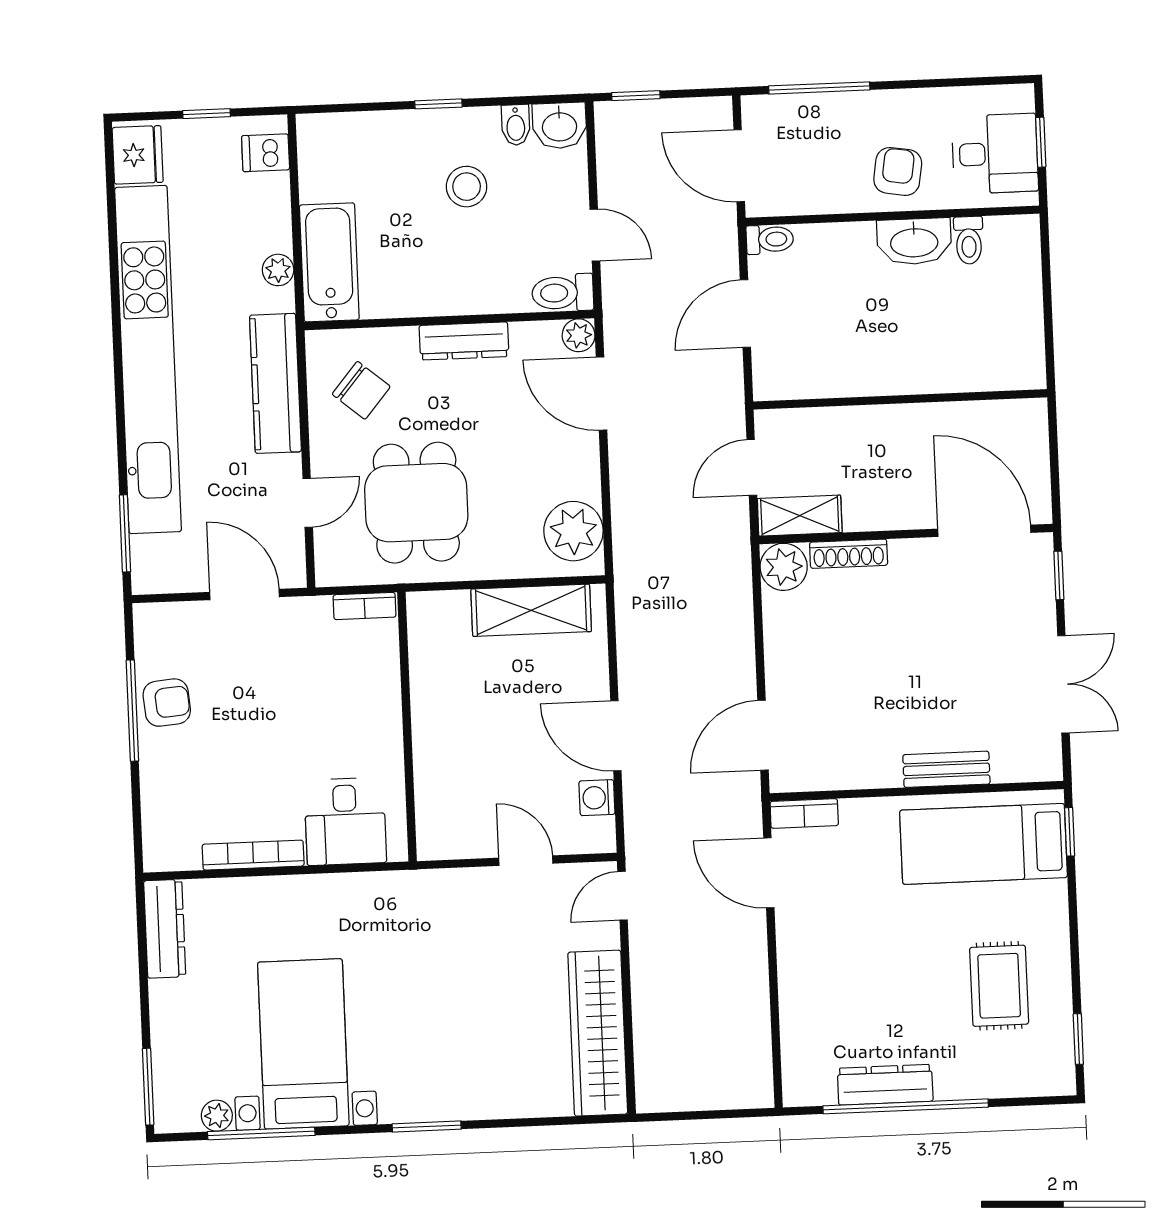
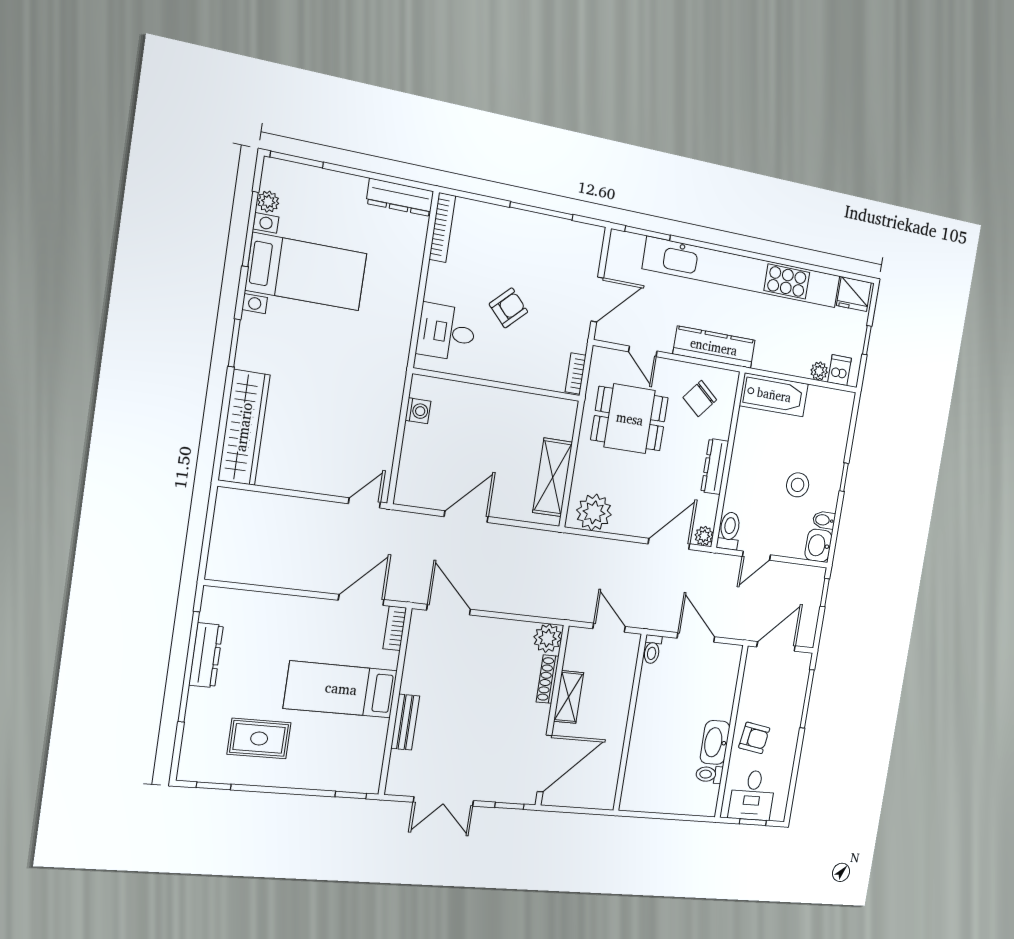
toilet: (770, 239) -> (652, 649), moved
plant: (278, 270) -> (819, 371), moved
shelving: (800, 516) -> (569, 697), moved
armchair: (167, 703) -> (508, 308), moved, turned -129
washing machine: (597, 798) -> (418, 411), moved, turned 90
bed: (984, 844) -> (341, 689), moved, turned -90
bookcase: (253, 855) -> (442, 228), moved
door: (526, 861) -> (399, 444), removed
door: (623, 896) -> (364, 503), hinge flipped
wardrobe: (598, 1033) -> (244, 427), moved, turned 90

